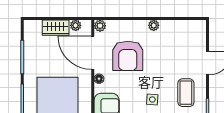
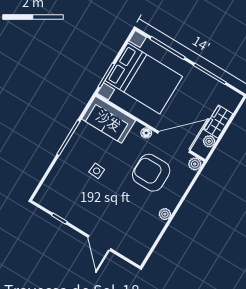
coffee table: (186, 93) -> (84, 206), removed

